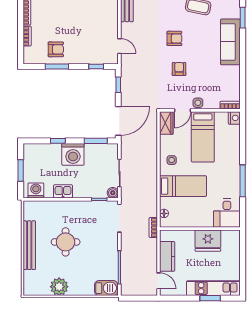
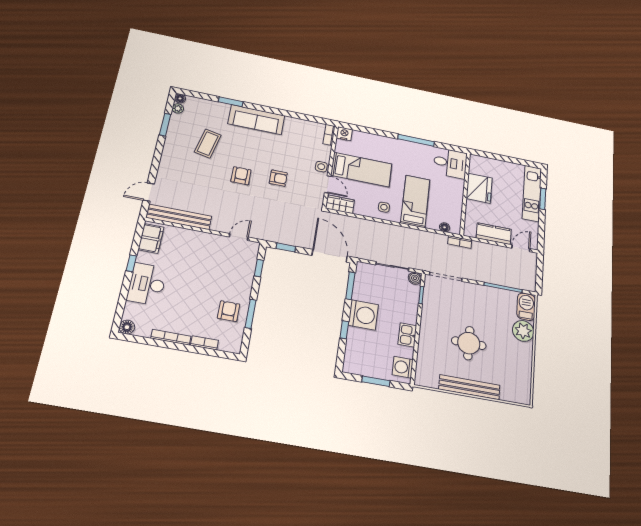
armchair: (179, 69) -> (278, 178), turned 180
plant: (59, 287) -> (523, 331), moved

